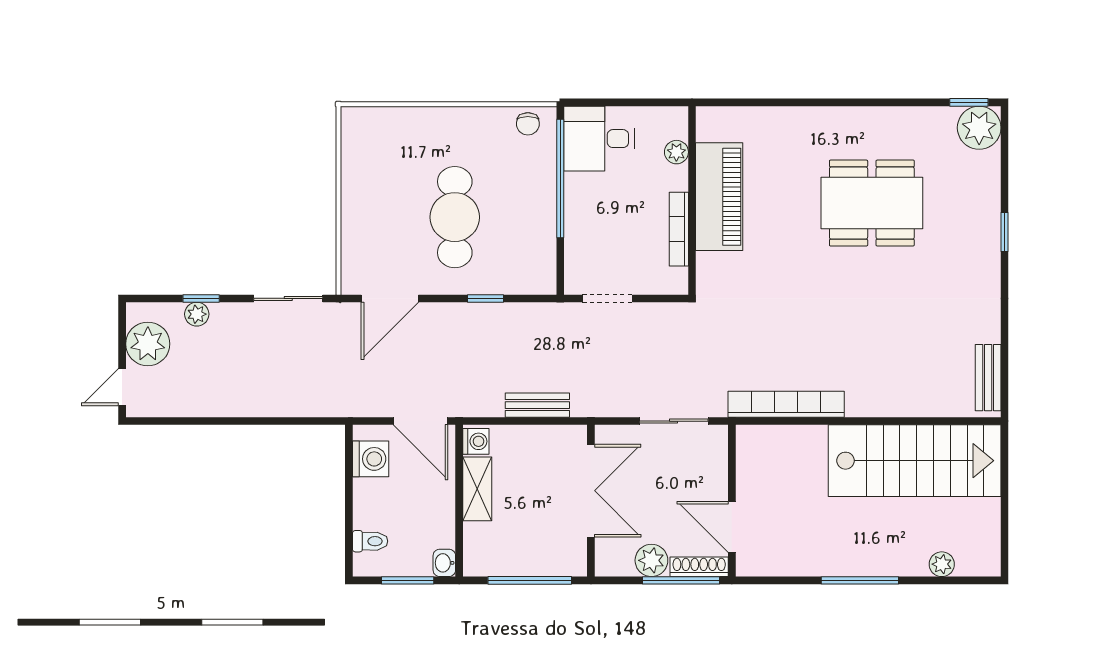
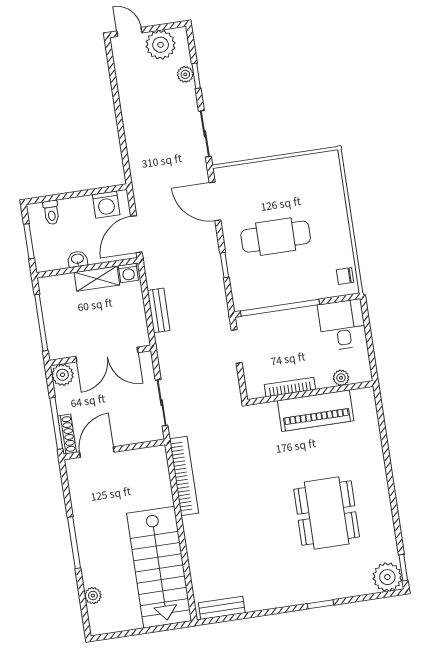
window: (560, 178) -> (280, 308), moved
plant: (651, 560) -> (62, 375), moved
washbasin: (444, 563) -> (78, 259), moved

